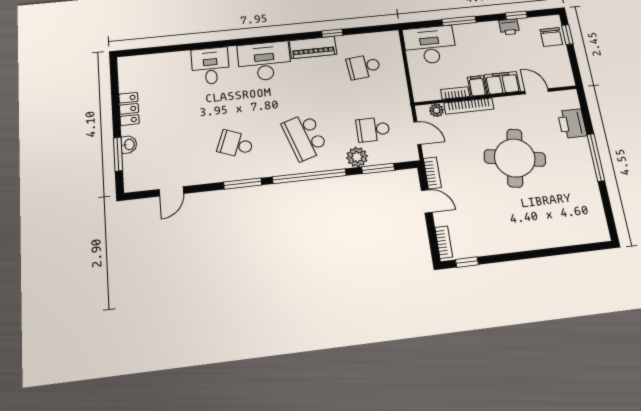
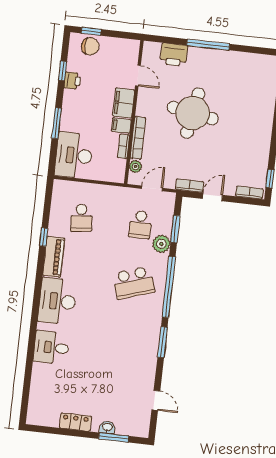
door: (537, 91) -> (138, 76), swing flipped
school desk: (236, 144) -> (127, 341), removed

